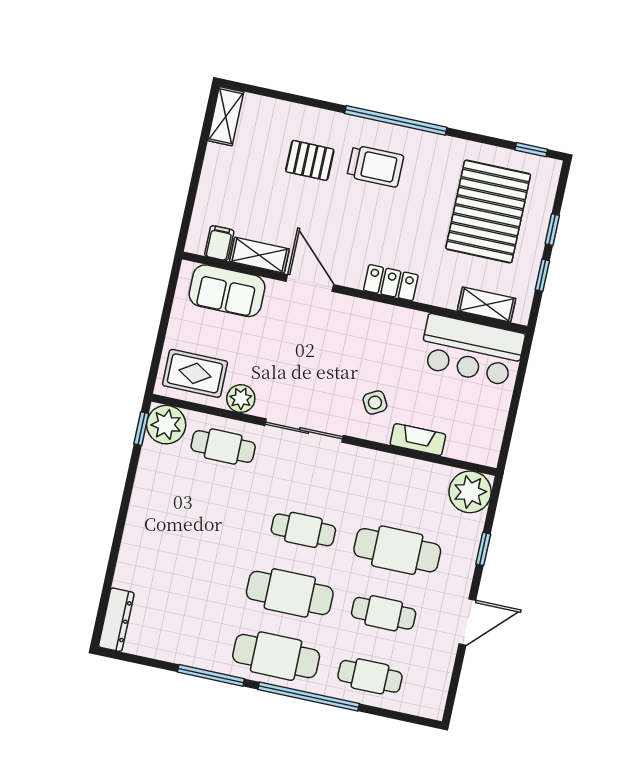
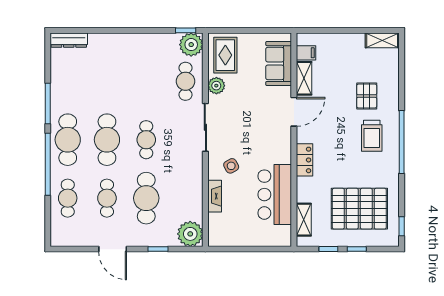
bar counter: (472, 350) -> (275, 195), moved

